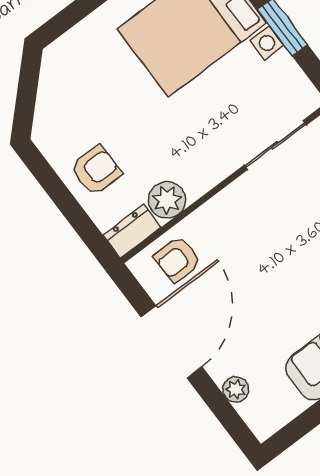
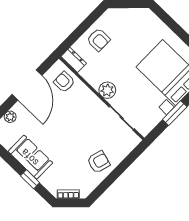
plant: (167, 200) -> (107, 90), moved
door: (172, 342) -> (27, 85), hinge flipped

